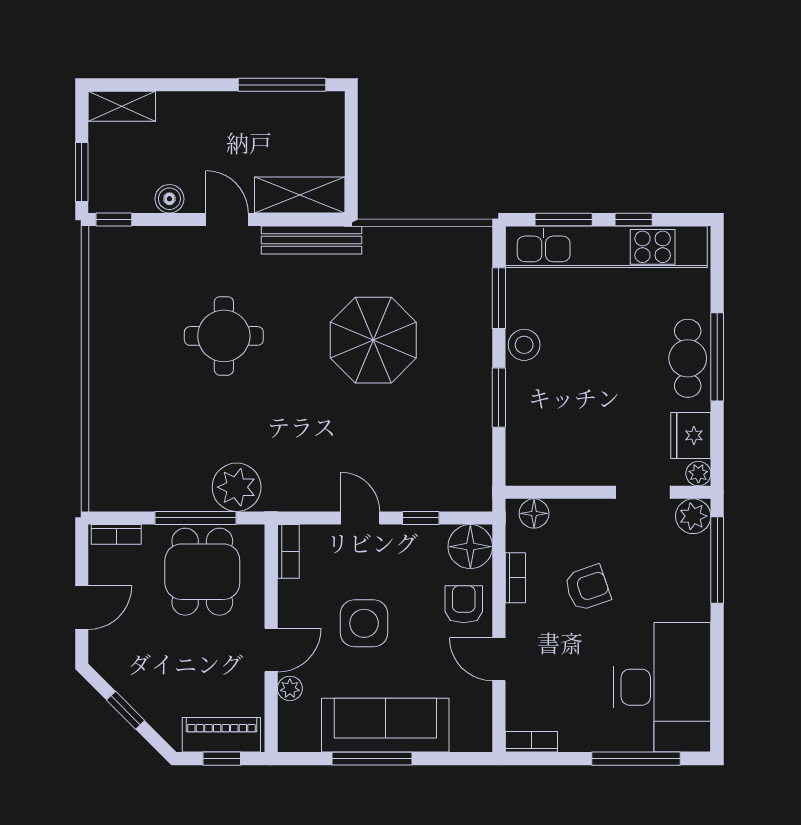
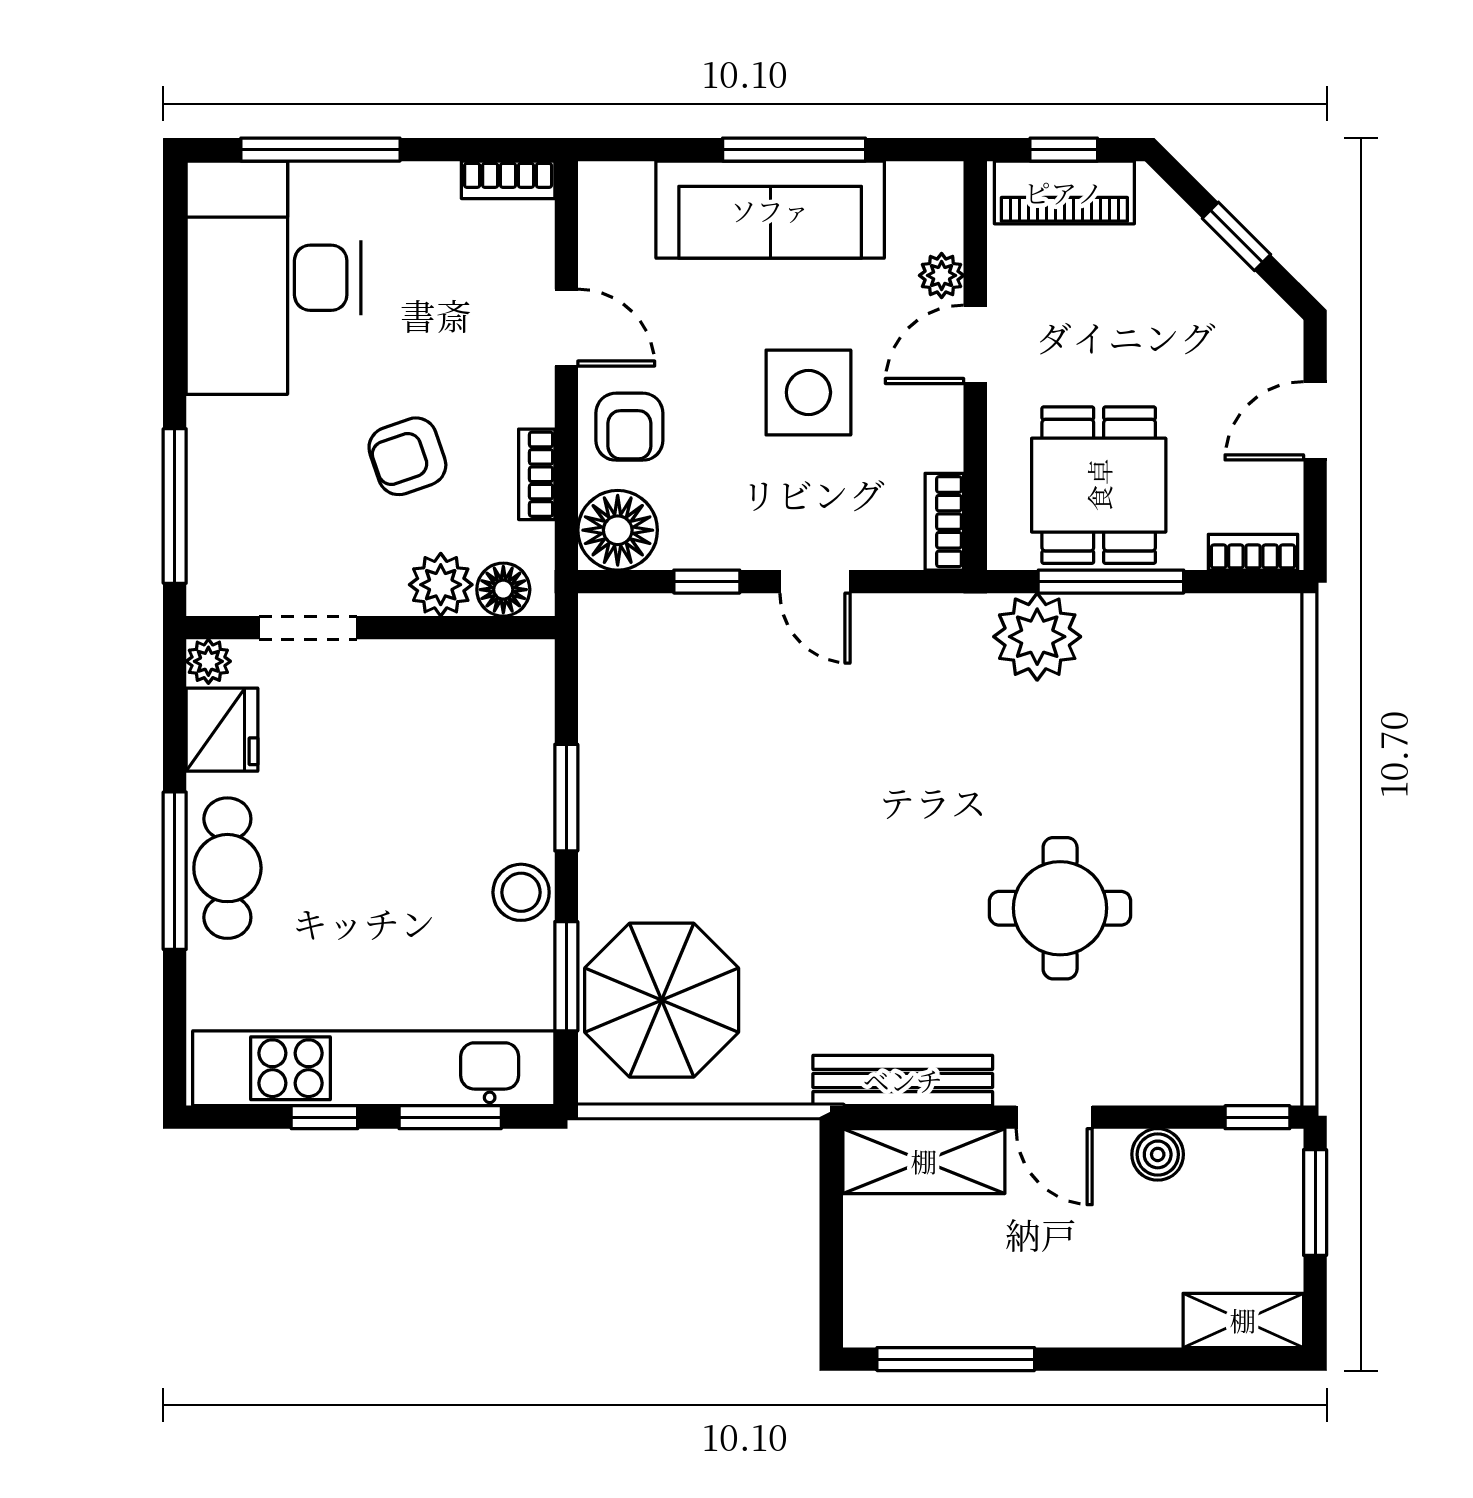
parasol: (373, 340) -> (662, 1000), moved
plant: (693, 516) -> (441, 585), moved

